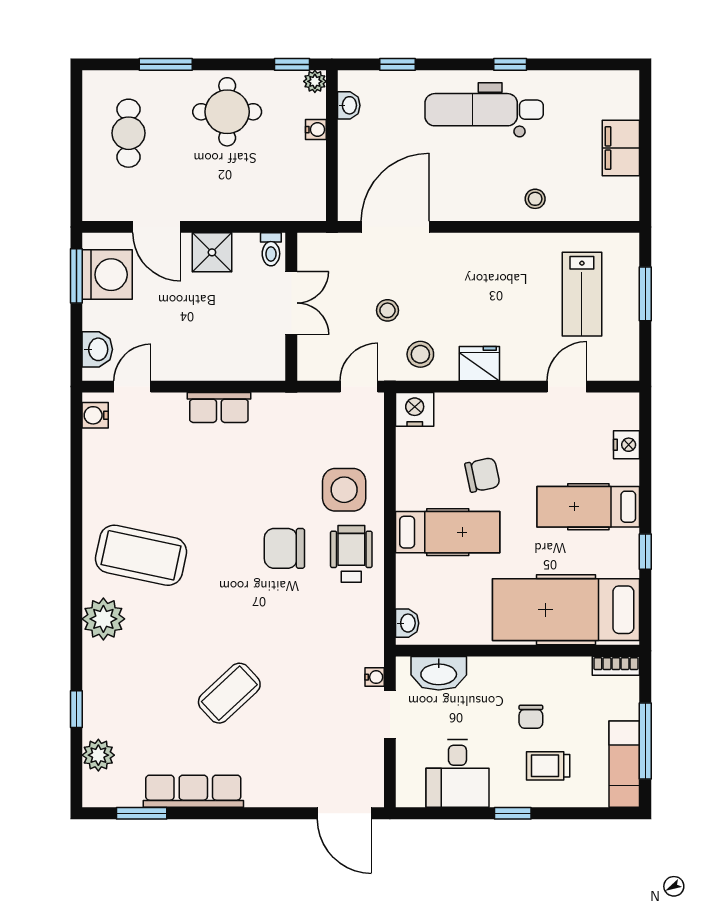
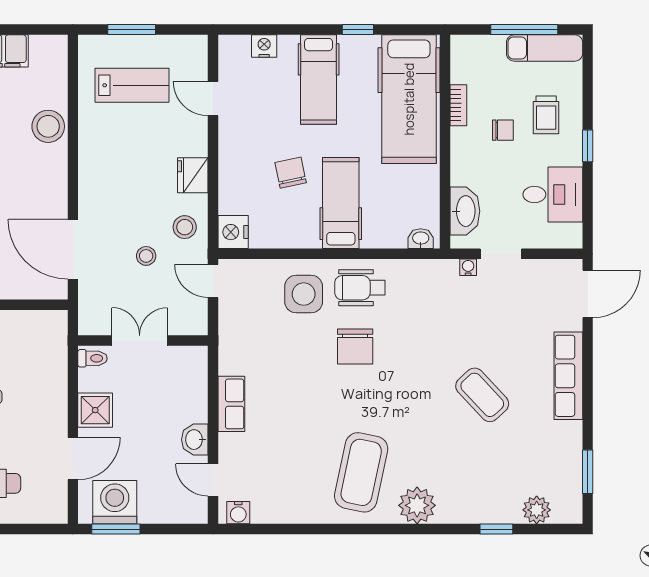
stool: (535, 199) -> (48, 126), width x1.89, depth x1.89
washbasin: (97, 349) -> (195, 440), moved, turned -90
bookcase: (616, 666) -> (458, 105), moved
row of seats: (193, 791) -> (568, 376), moved

